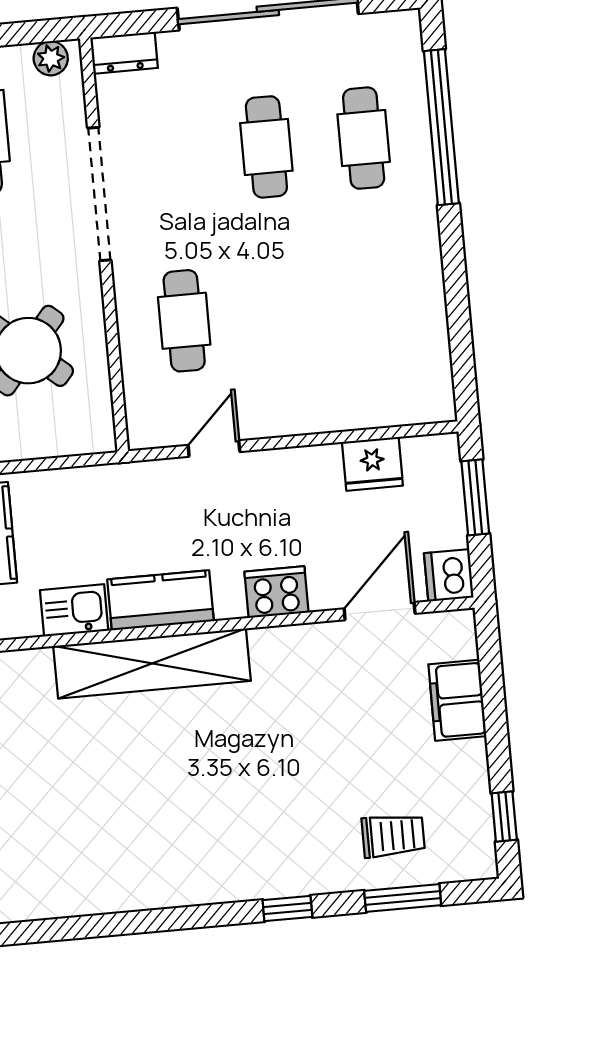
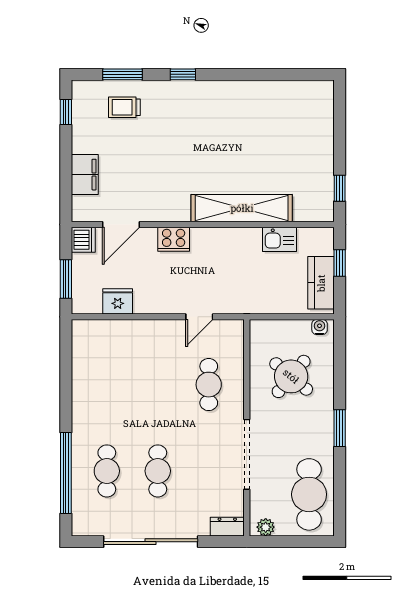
kitchen counter: (160, 600) -> (234, 240), removed

